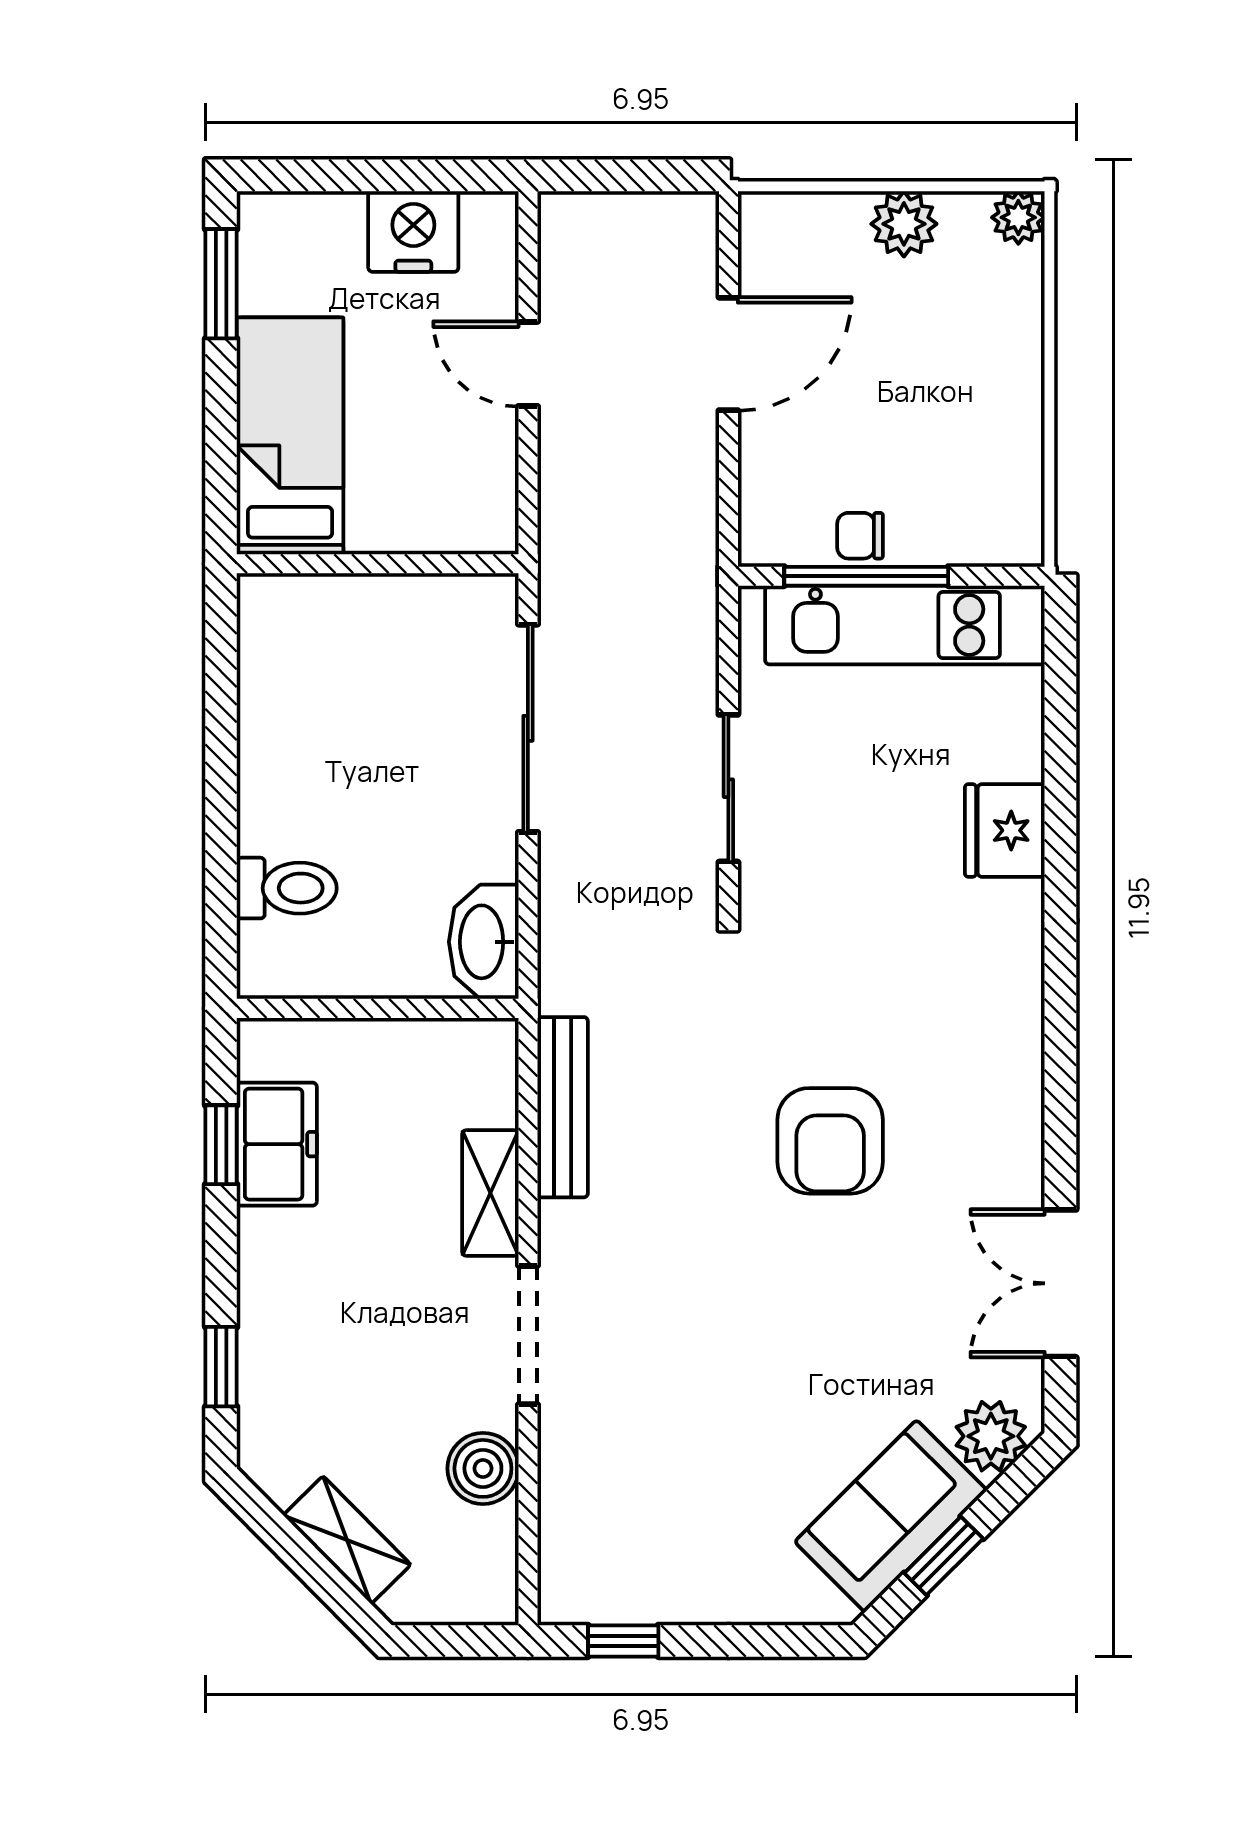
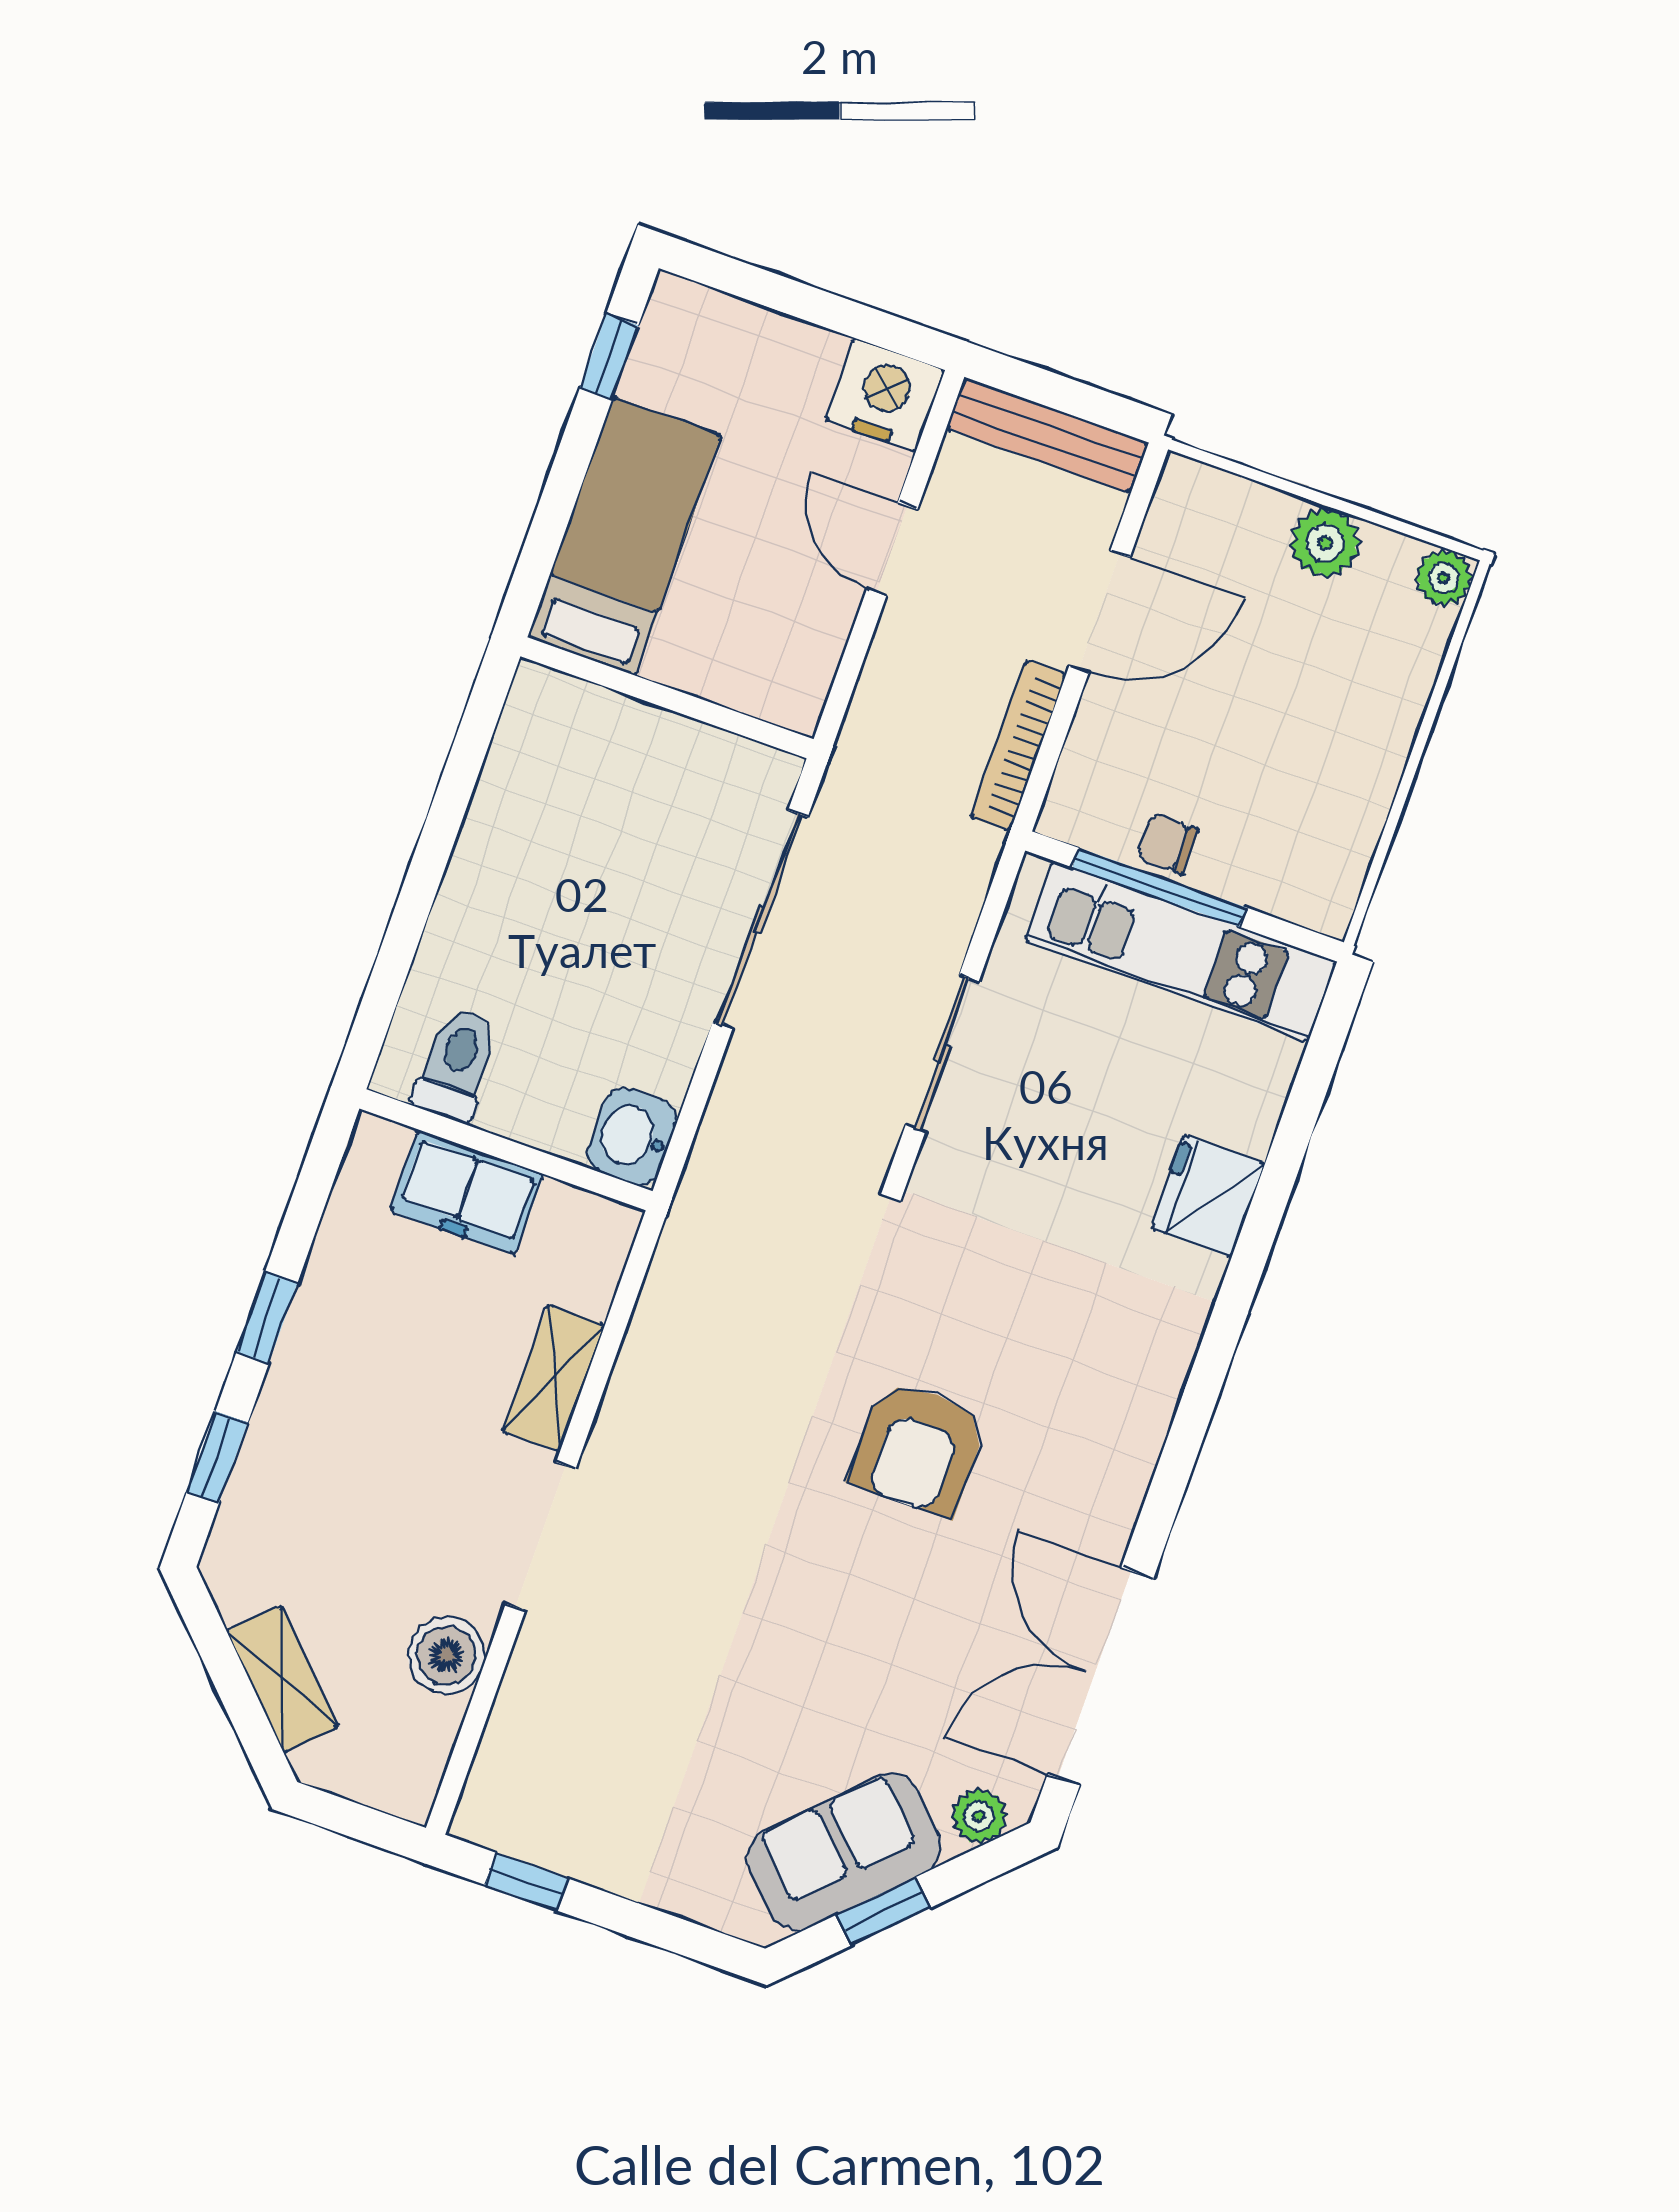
nightstand: (413, 231) -> (885, 395), moved
window: (221, 284) -> (609, 357), width x0.67
bookcase: (699, 496) -> (1018, 746), added
toilet: (287, 888) -> (456, 1064), moved, turned -90
washbasin: (484, 942) -> (632, 1137), width x0.72
bench: (563, 1107) -> (1047, 435), moved, turned 90
freezer: (277, 1144) -> (467, 1192), moved, turned 90
window: (221, 1145) -> (267, 1318), moved
double door: (1060, 1283) -> (1101, 1676), width x1.37
plant: (991, 1436) -> (979, 1816), width x0.73, depth x0.73

